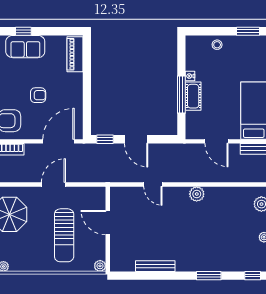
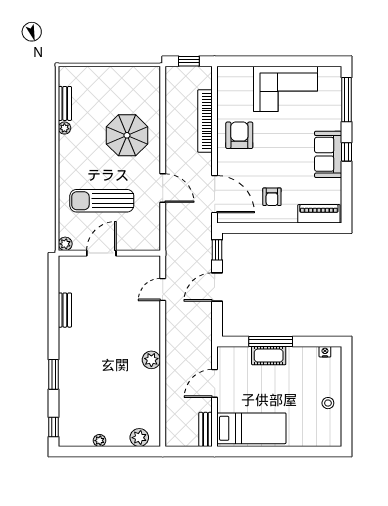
window: (248, 31) -> (347, 421), removed
stool: (217, 45) -> (328, 403), moved
nightstand: (190, 76) -> (325, 352), moved
armchair: (38, 95) -> (272, 197), moved
door: (153, 185) -> (163, 290), moved
door: (108, 223) -> (101, 253), moved
bench: (155, 266) -> (65, 310), width x0.73

